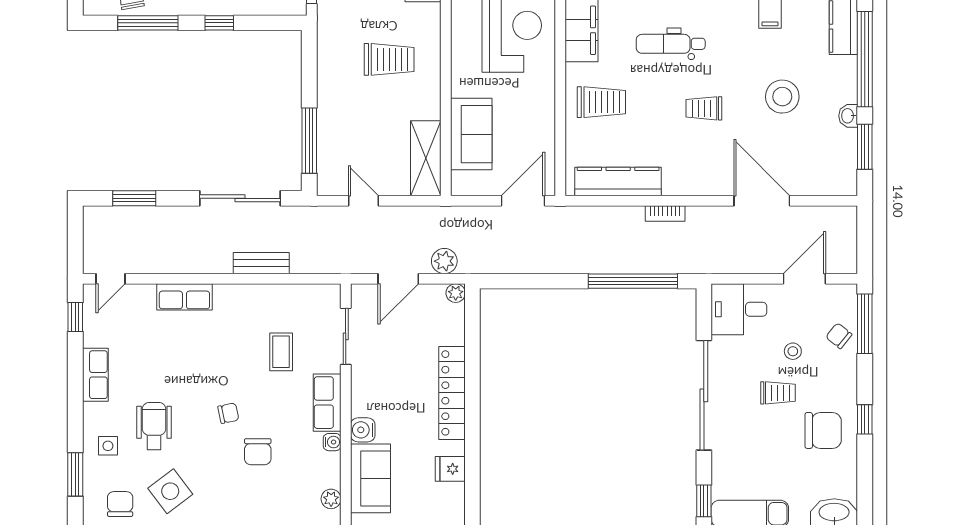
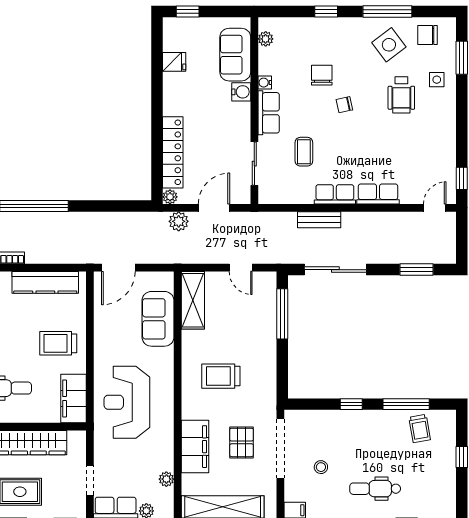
row of seats: (95, 375) -> (335, 194), moved, turned 90
locker: (452, 393) -> (173, 152), moved
chair: (120, 504) -> (427, 35), turned 90

